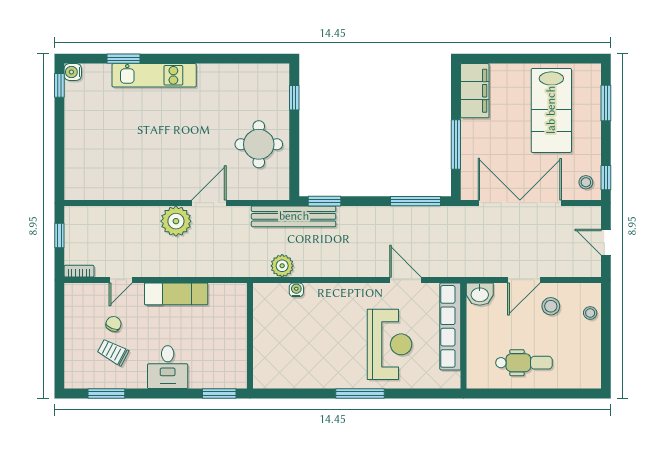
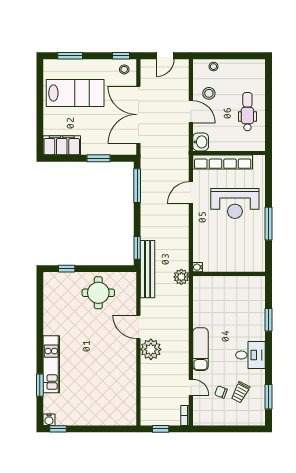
window: (456, 145) -> (99, 158), width x0.69
wall: (250, 336) -> (229, 274), moved
reception desk: (390, 344) -> (235, 203), turned 180

